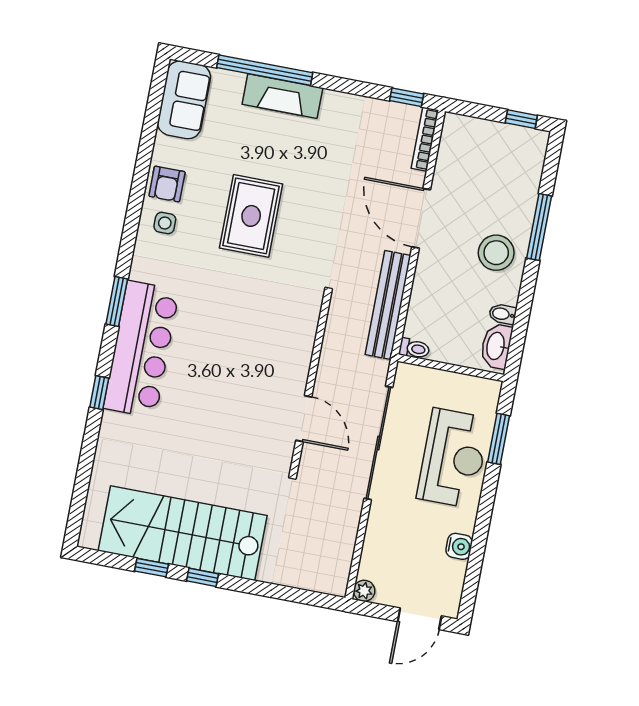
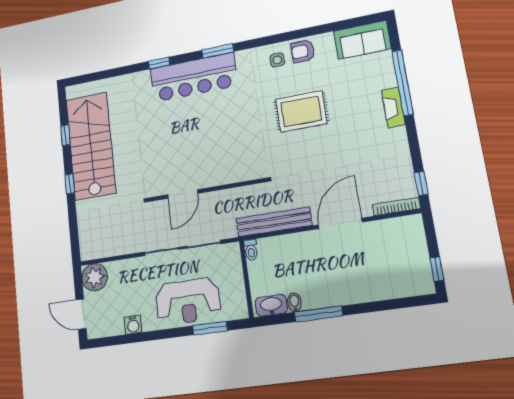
fireplace: (282, 96) -> (393, 107), width x0.73, depth x0.76
window: (539, 227) -> (318, 314), moved
stool: (496, 253) -> (335, 284), removed
window: (203, 577) -> (70, 184), moved
plant: (364, 591) -> (95, 277), width x1.88, depth x1.88

